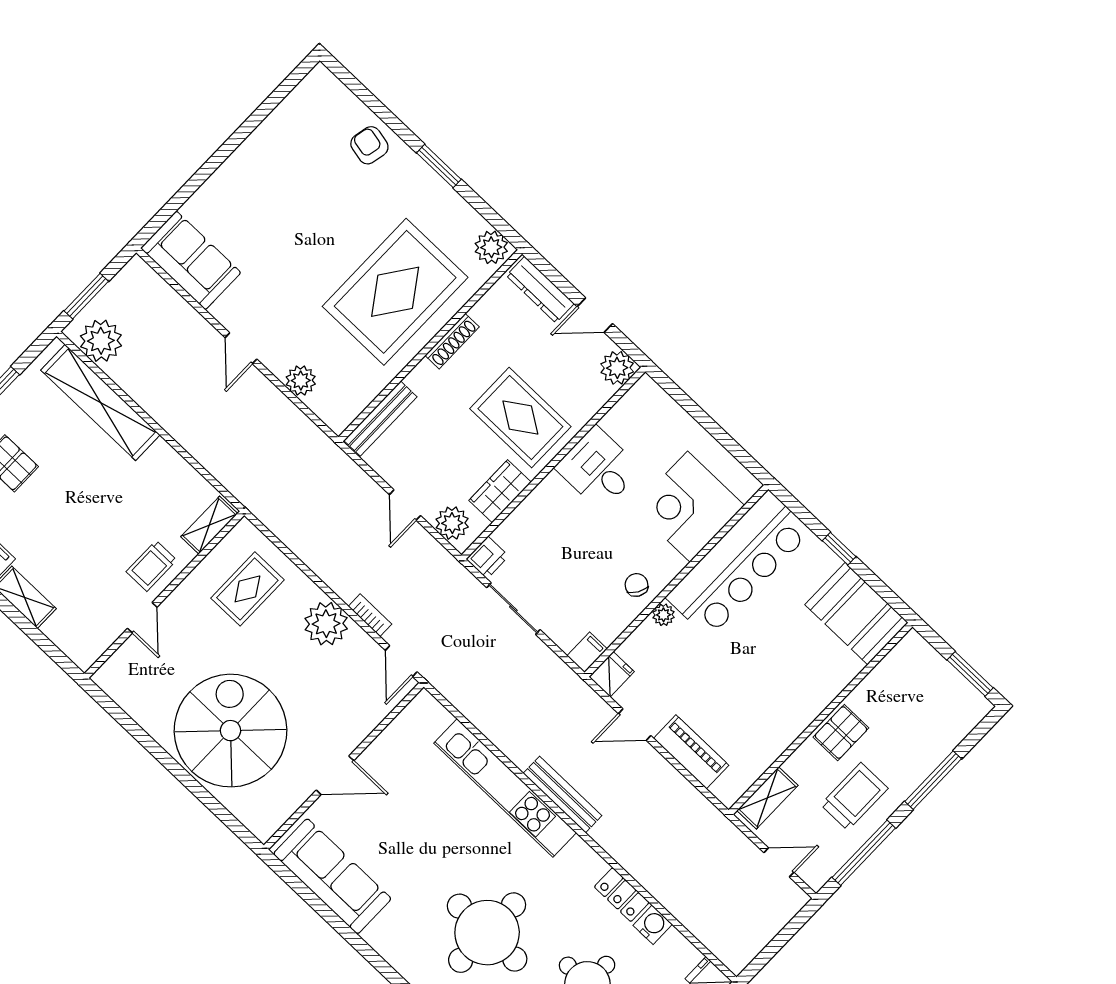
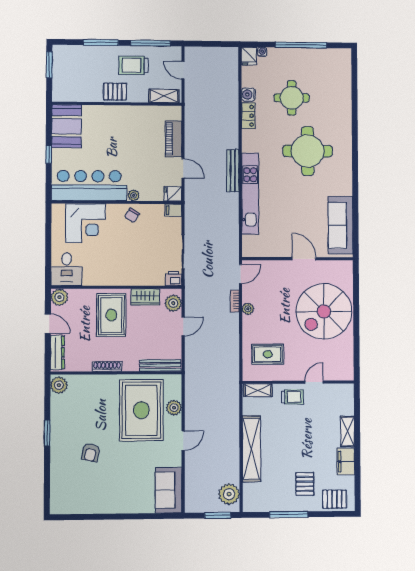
armchair: (369, 145) -> (91, 453), moved
rug: (395, 292) -> (141, 410), moved, turned 90
shelving: (100, 402) -> (251, 449), moved
desk: (598, 468) -> (67, 269), moved
plant: (326, 624) -> (248, 309), width x0.53, depth x0.53

